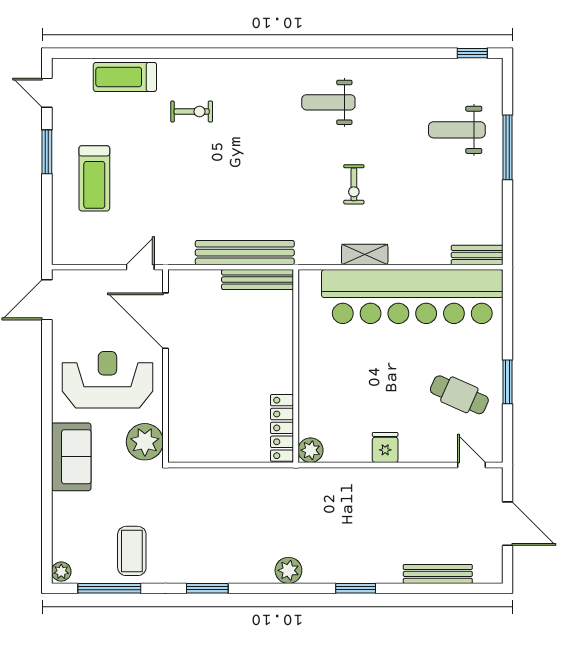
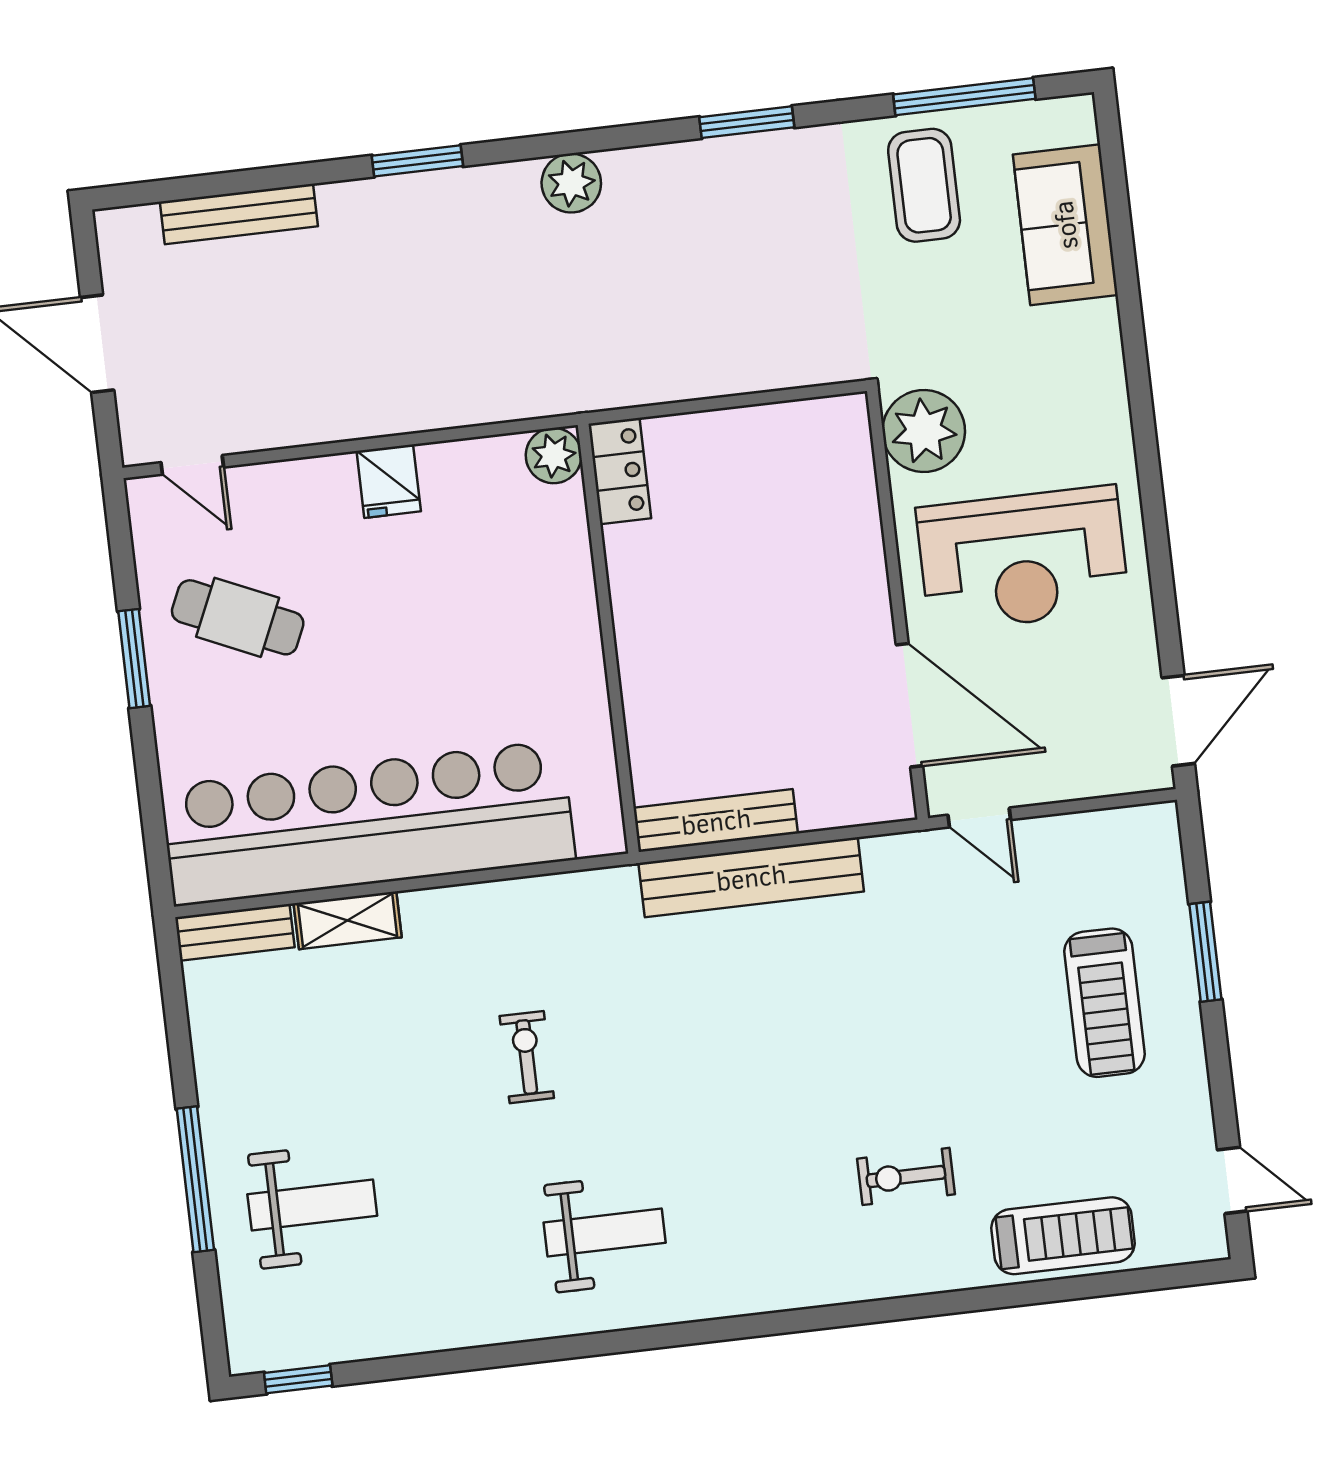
window: (47, 152) -> (1205, 952), moved
treadmill: (94, 178) -> (1105, 1003), turned 180
shelving: (365, 254) -> (348, 920), moved
door: (140, 267) -> (979, 817), hinge flipped
locker: (282, 428) -> (620, 471), width x0.66
sofa: (71, 457) -> (1065, 225), moved
plant: (61, 572) -> (1075, 121), removed

